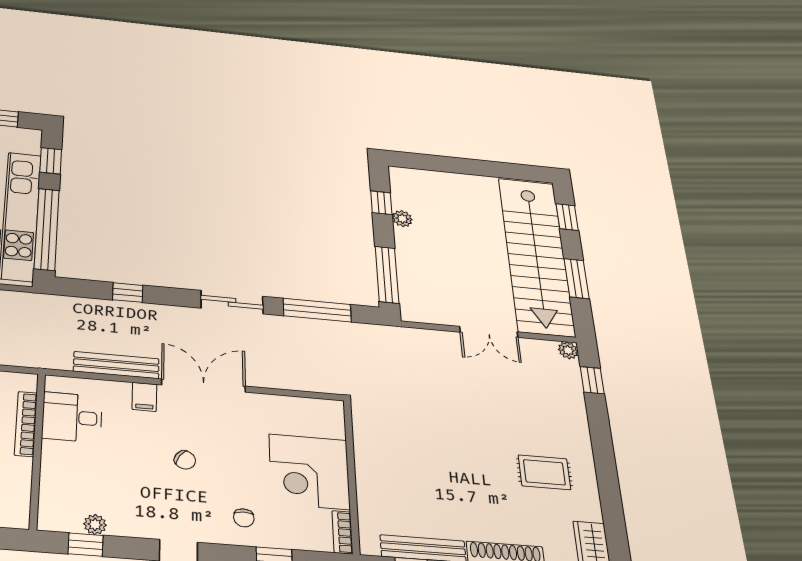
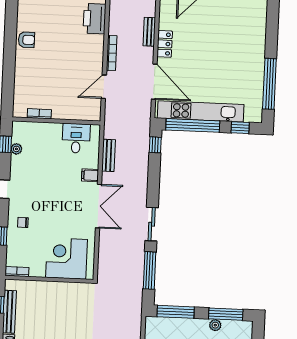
window: (381, 203) -> (226, 314), width x2.17
window: (128, 293) -> (155, 145), moved
bench: (116, 365) -> (109, 155), width x0.73
bookcase: (26, 424) -> (39, 114), moved, width x0.64
chair: (185, 460) -> (54, 195), removed
corner desk: (309, 472) -> (67, 258), moved

